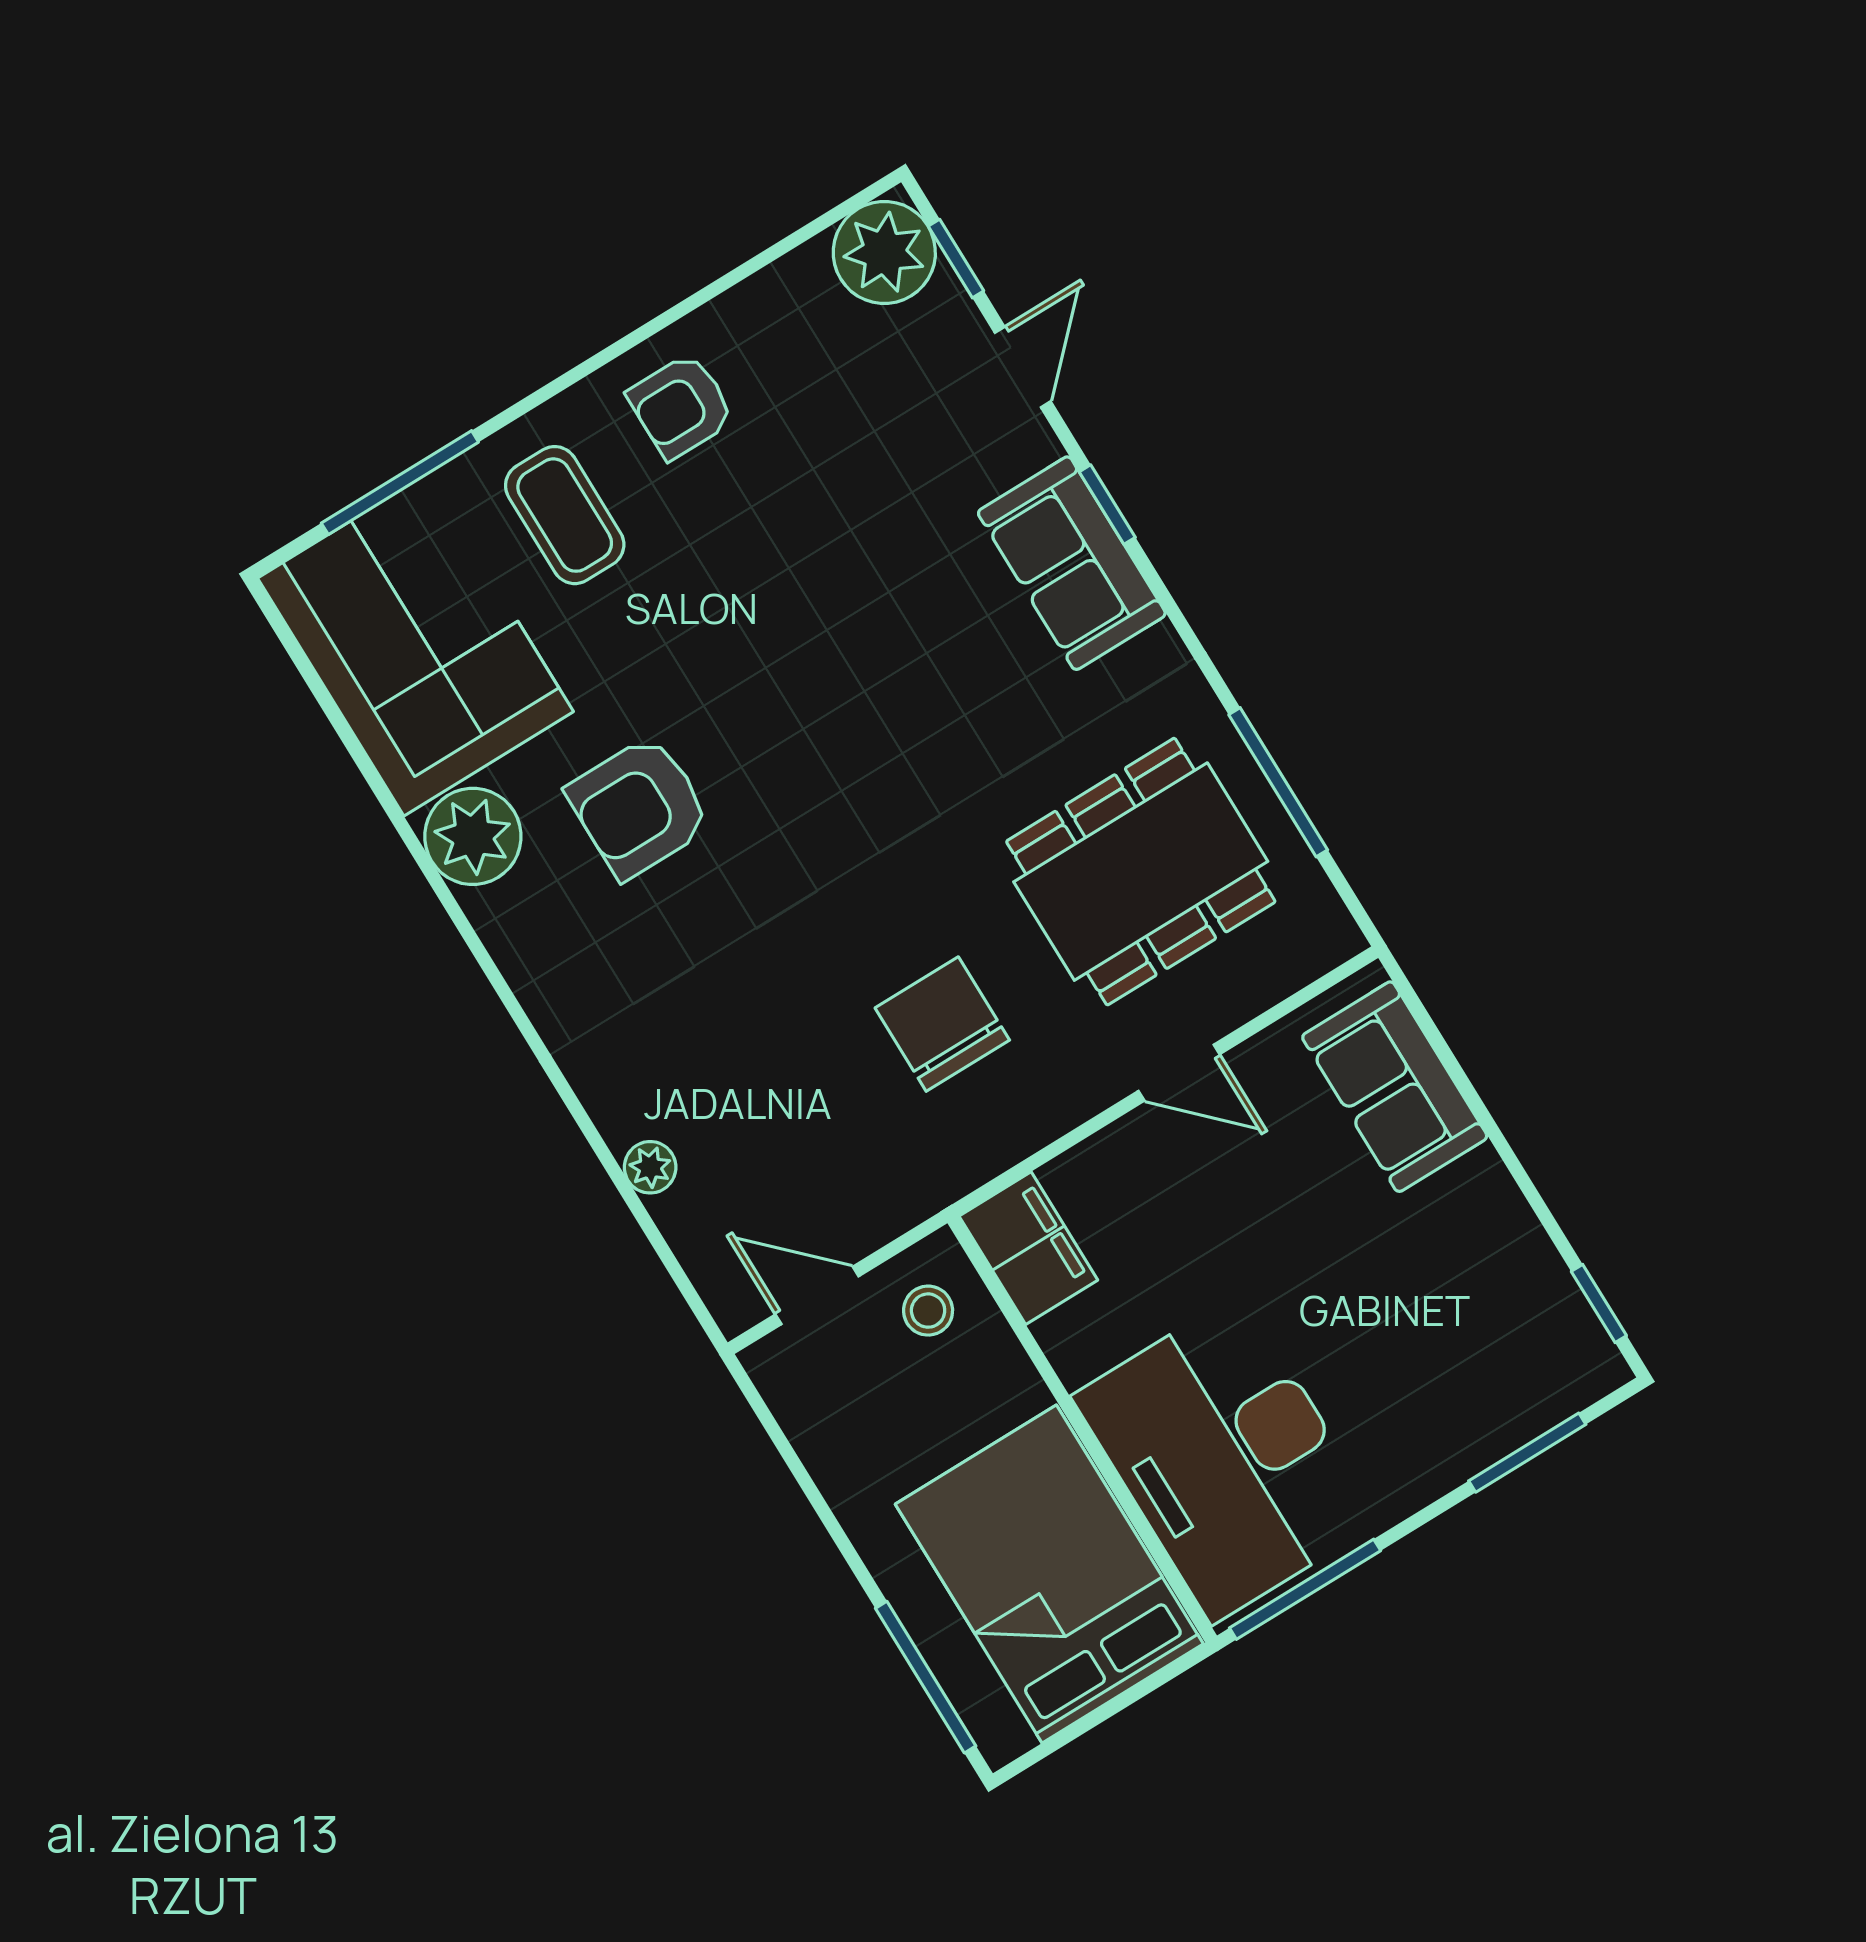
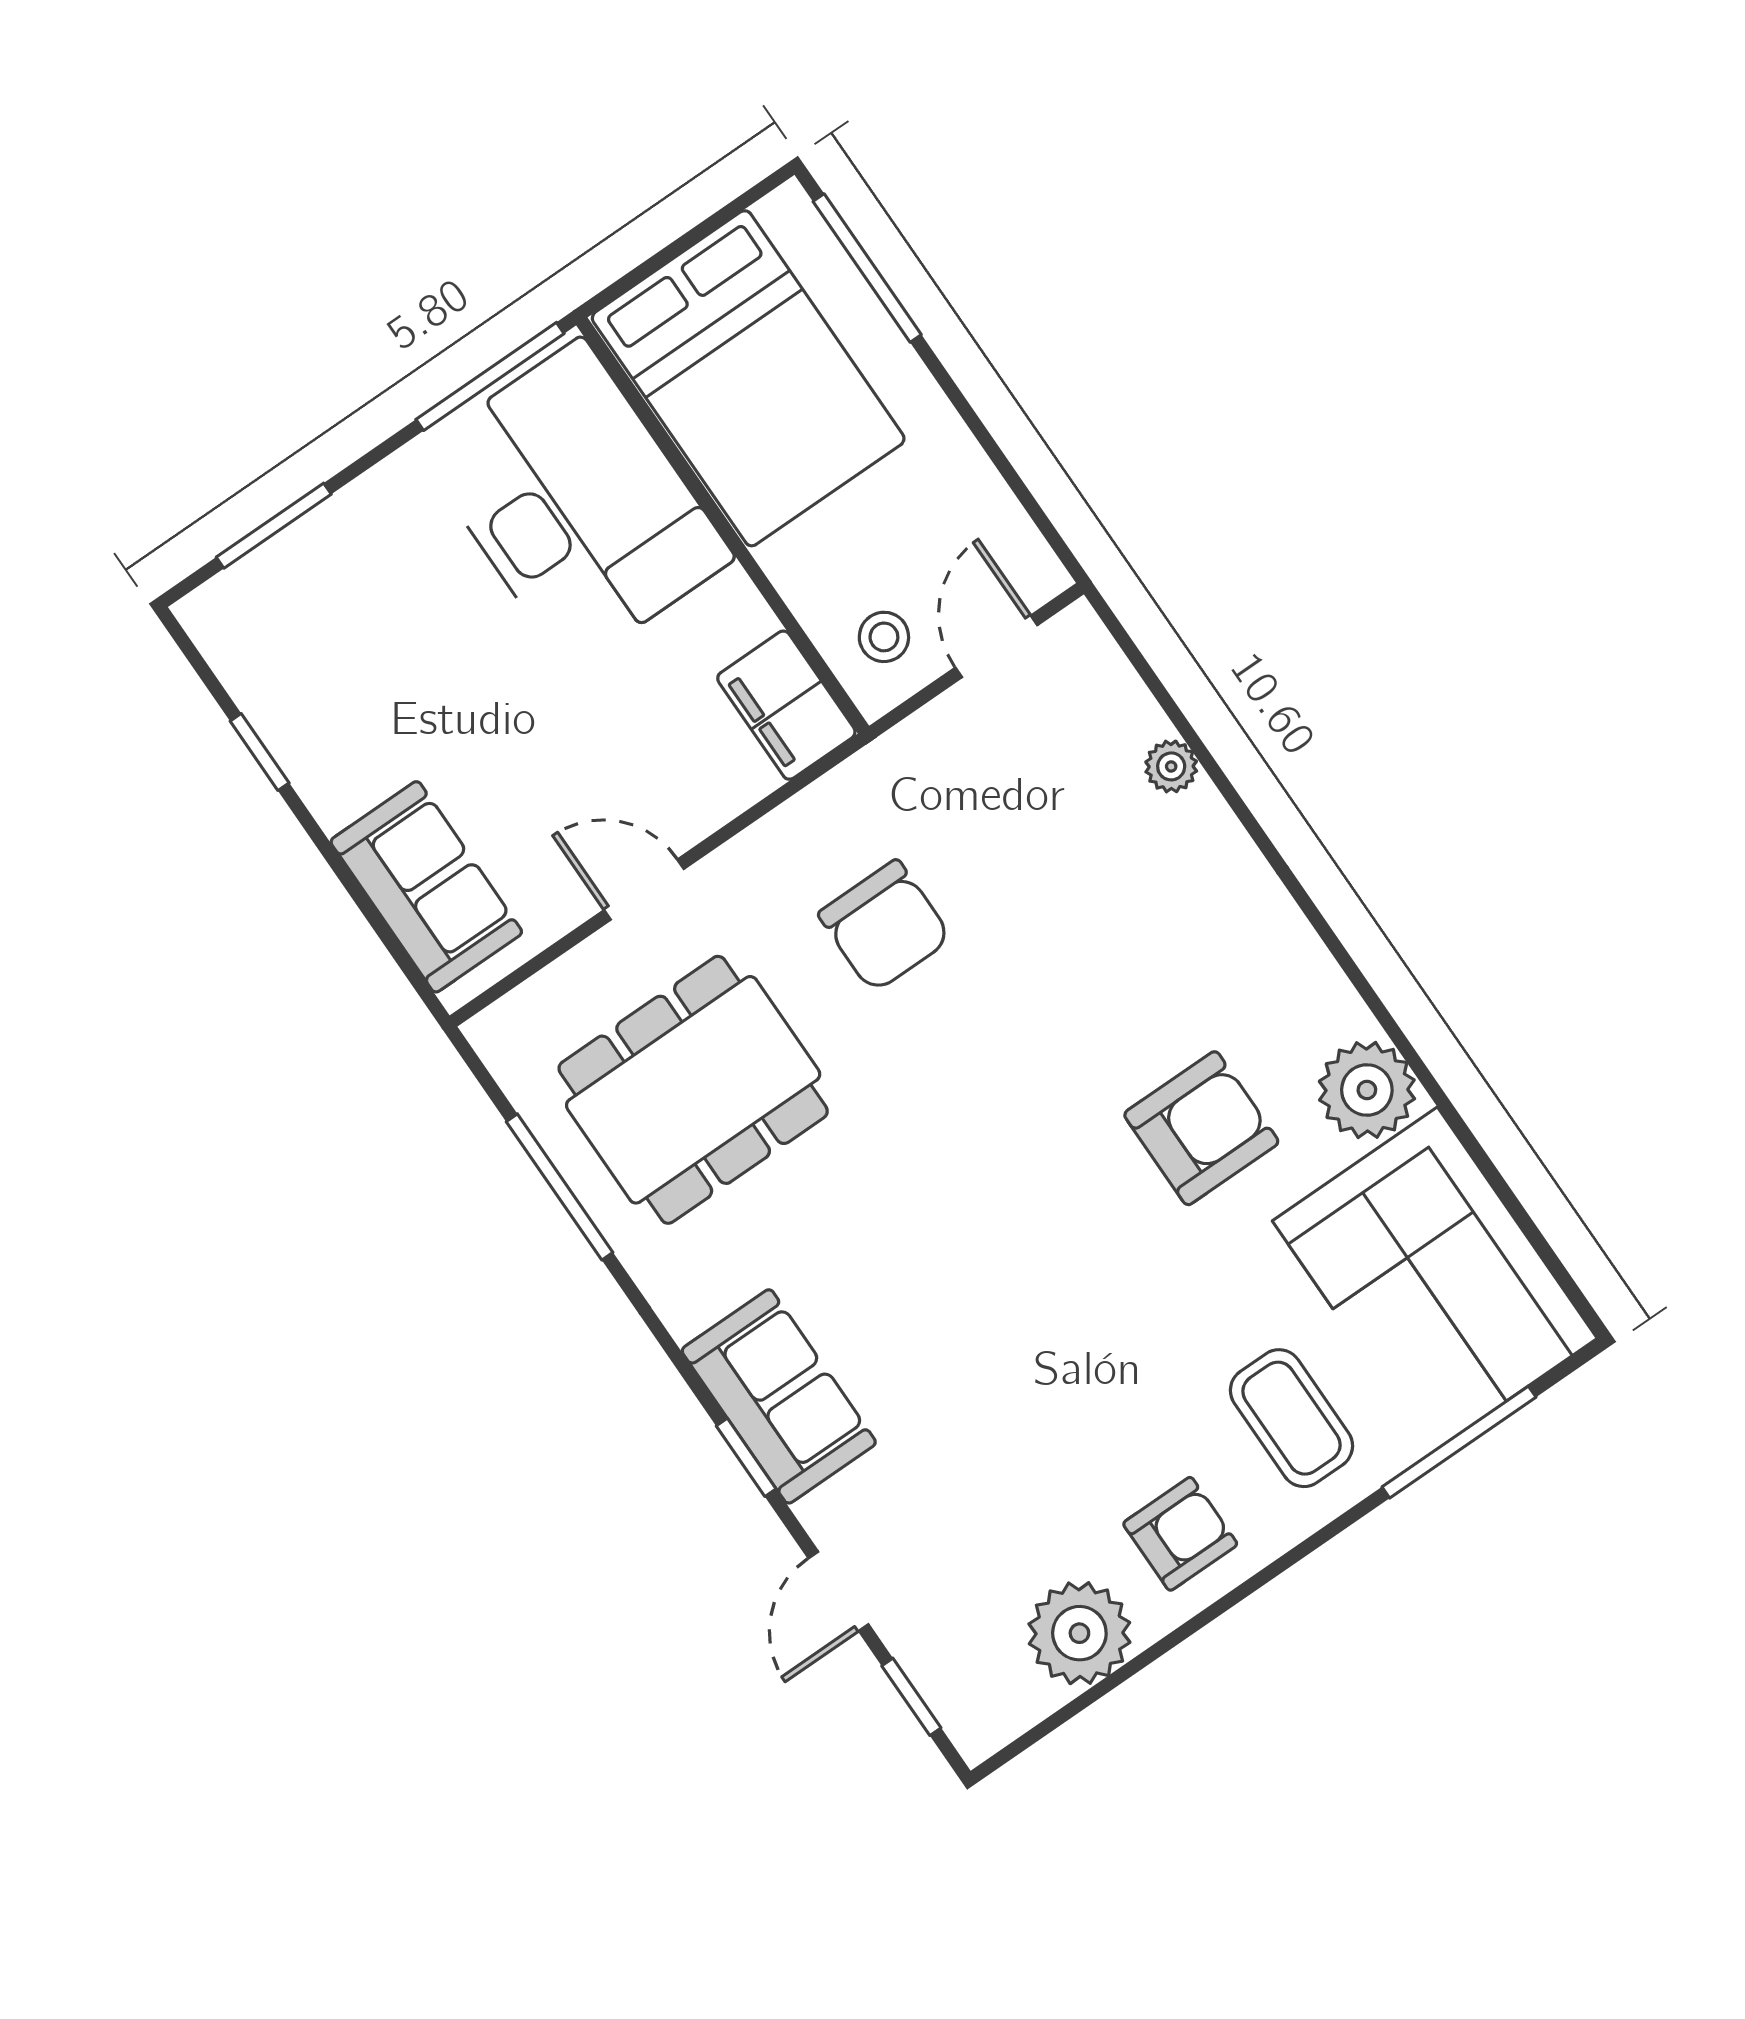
plant: (884, 252) -> (1079, 1633), moved
door: (817, 1295) -> (996, 646), swing flipped
window: (1599, 1303) -> (260, 752), moved

